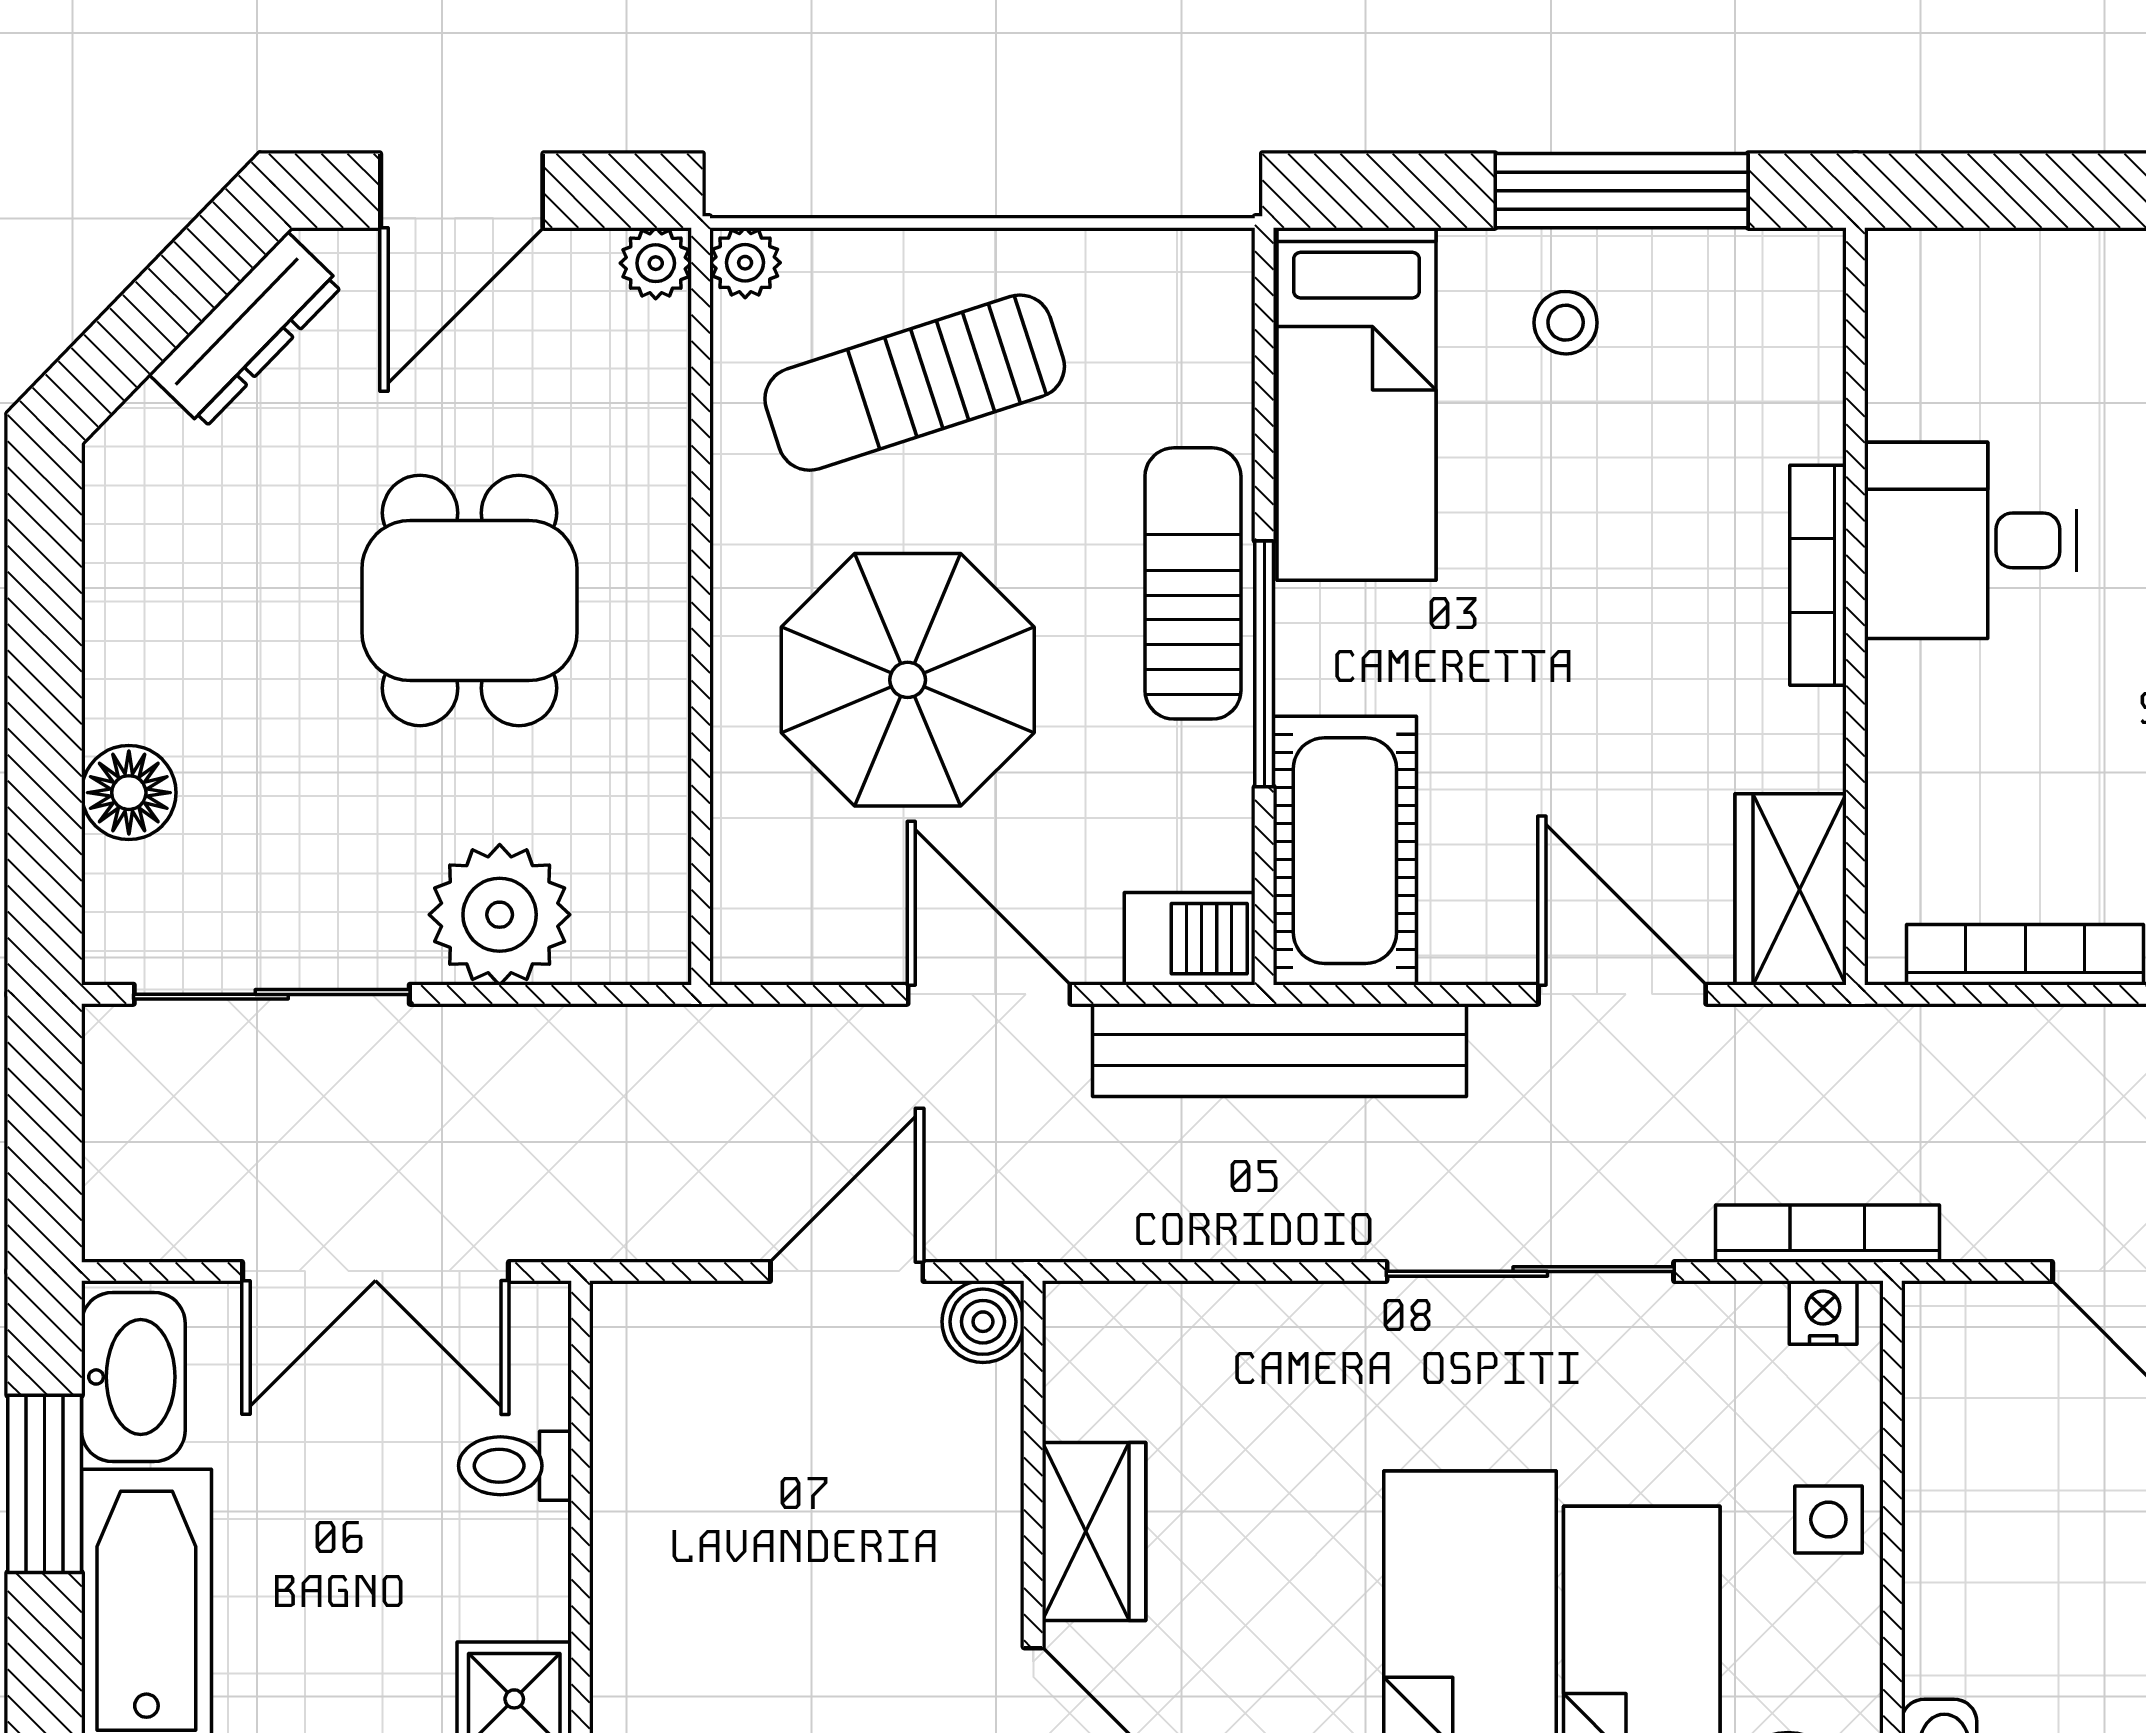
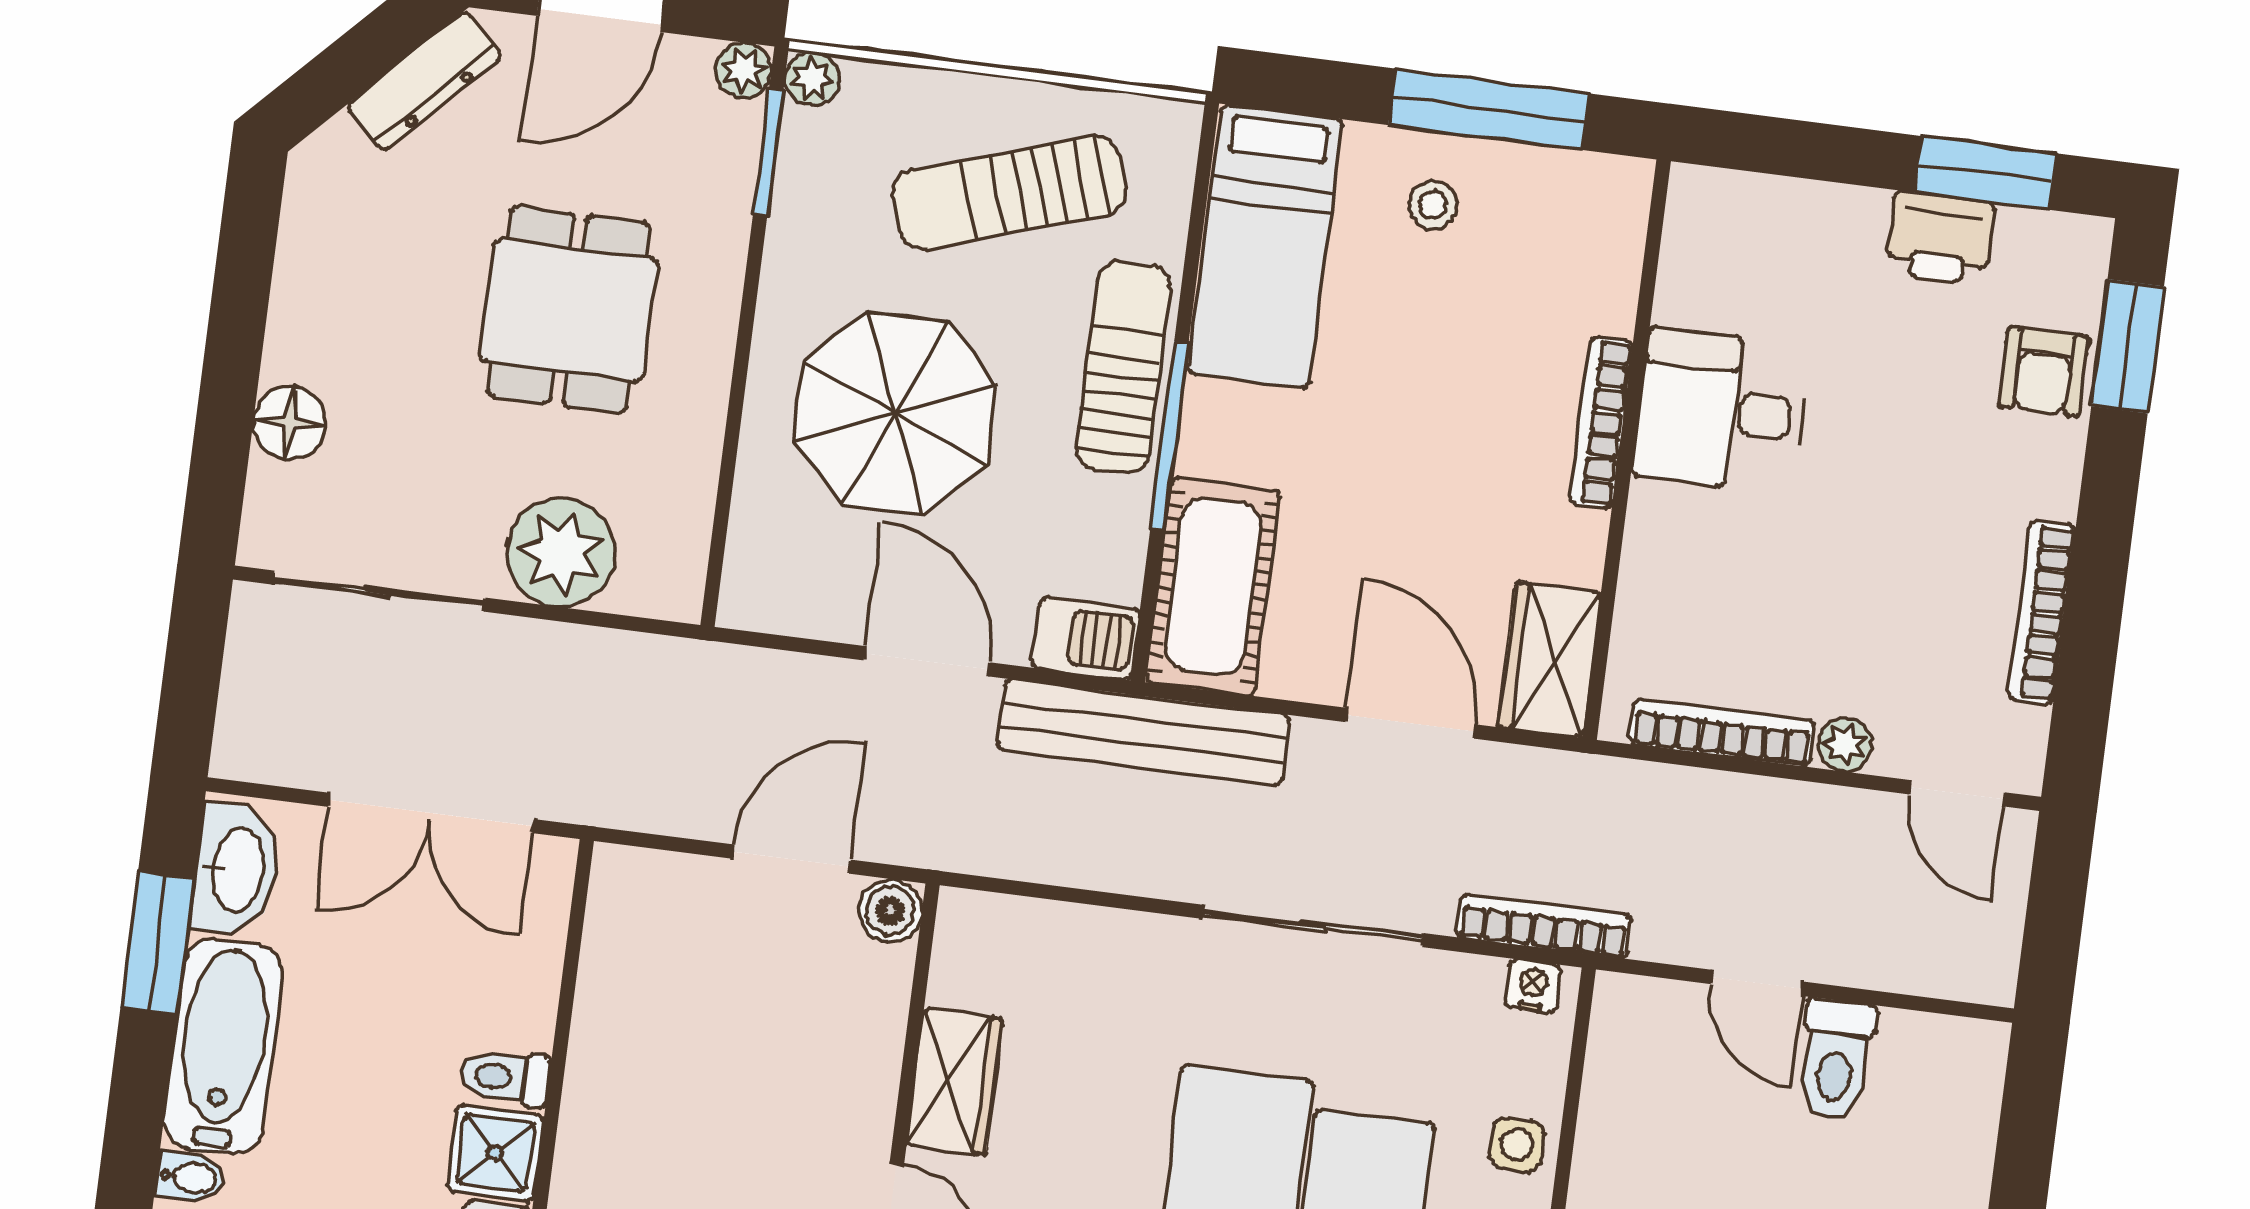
window: (701, 365) -> (768, 152), added
sun lounger: (915, 383) -> (1009, 193), moved
toilet: (515, 1466) -> (505, 1077), moved

